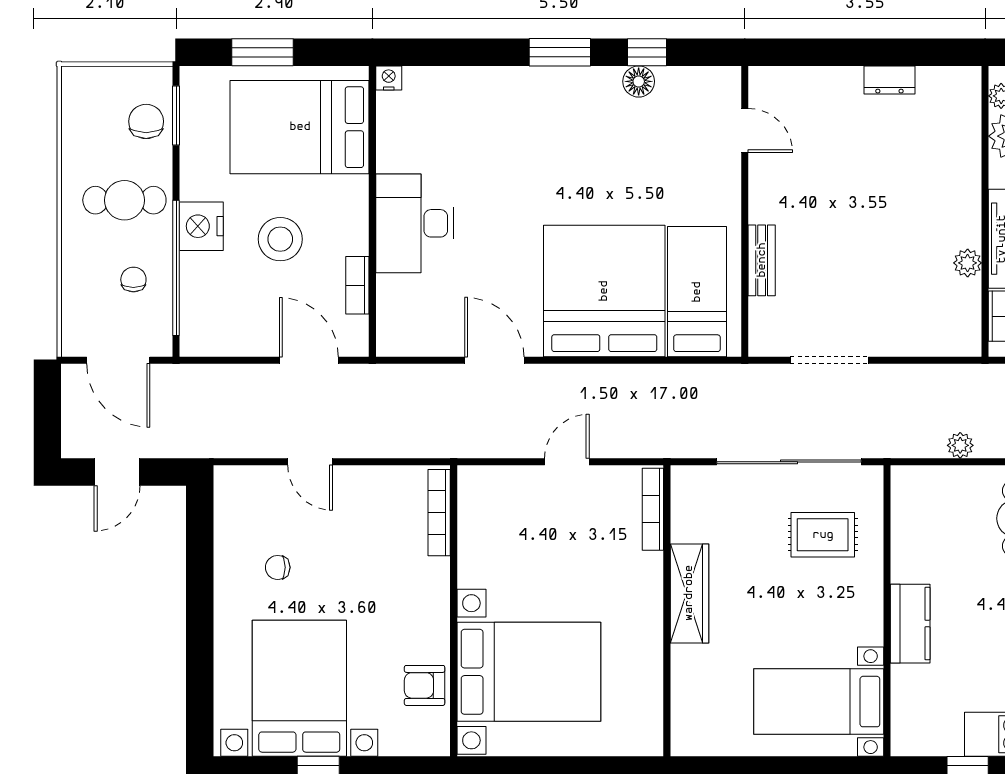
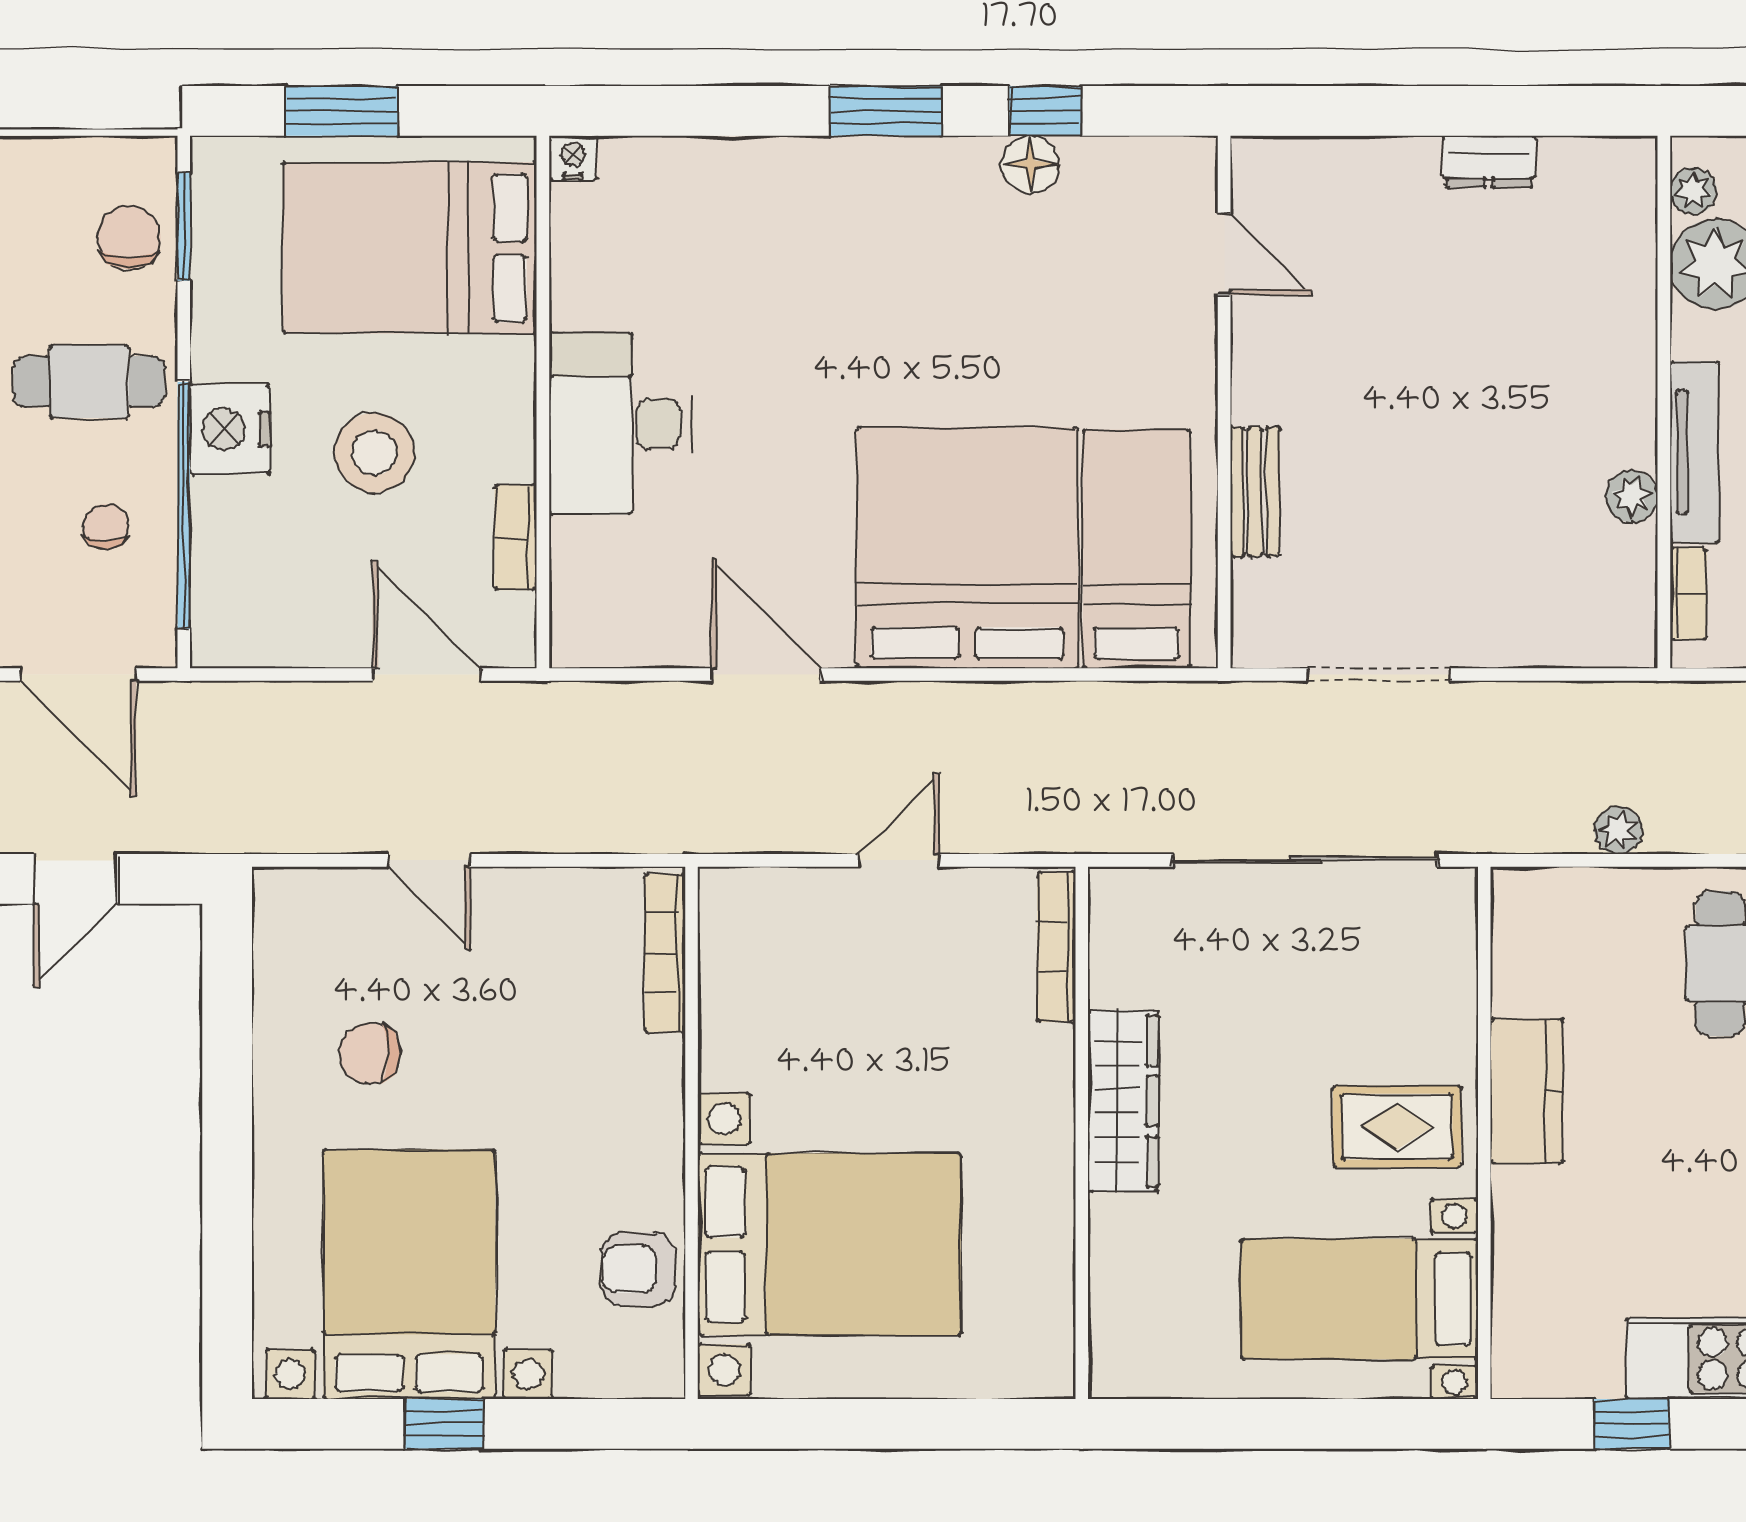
rug: (823, 535) -> (1397, 1127), moved
chair: (278, 567) -> (370, 1054), width x1.37, depth x1.37
kitchen counter: (910, 624) -> (1527, 1091), moved

